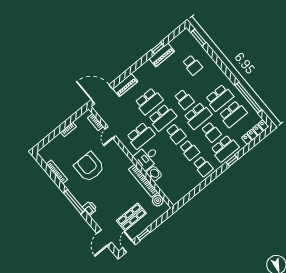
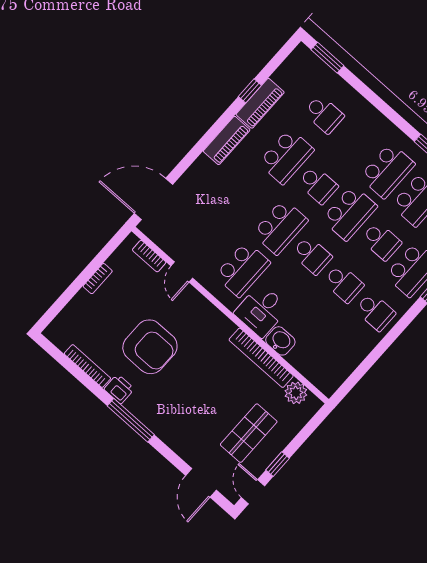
piano: (125, 85) -> (227, 140), moved
school desk: (149, 101) -> (286, 156), moved
armchair: (89, 167) -> (150, 347), turned 180
printer: (90, 208) -> (119, 389), moved

